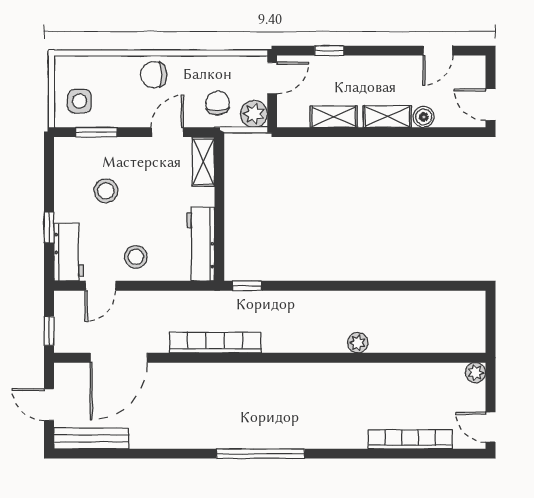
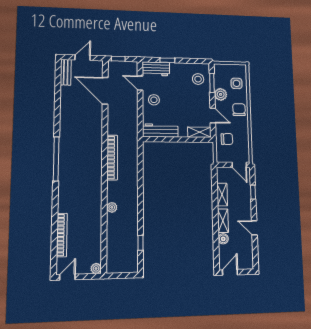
door: (438, 51) -> (254, 228), moved
side table: (80, 101) -> (237, 83), moved
plant: (254, 114) -> (221, 94), moved
stool: (106, 191) -> (198, 79), moved
window: (247, 286) -> (140, 243), moved
bookcase: (215, 343) -> (112, 157), moved
bench: (91, 438) -> (66, 72), width x0.73

